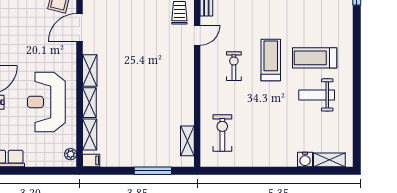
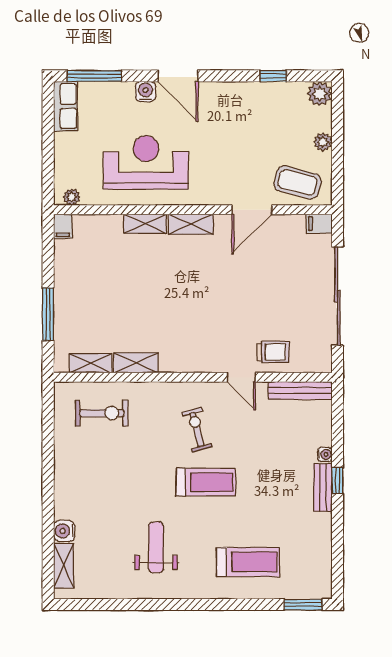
door: (80, 28) -> (252, 210), swing flipped
treadmill: (315, 58) -> (248, 562), moved, turned 90
exercise bike: (234, 66) -> (197, 430), turned -105
shelving: (90, 135) -> (136, 363), moved

